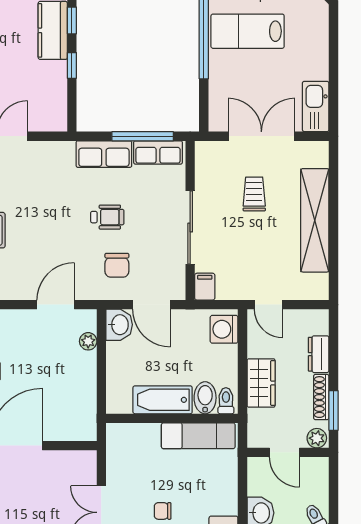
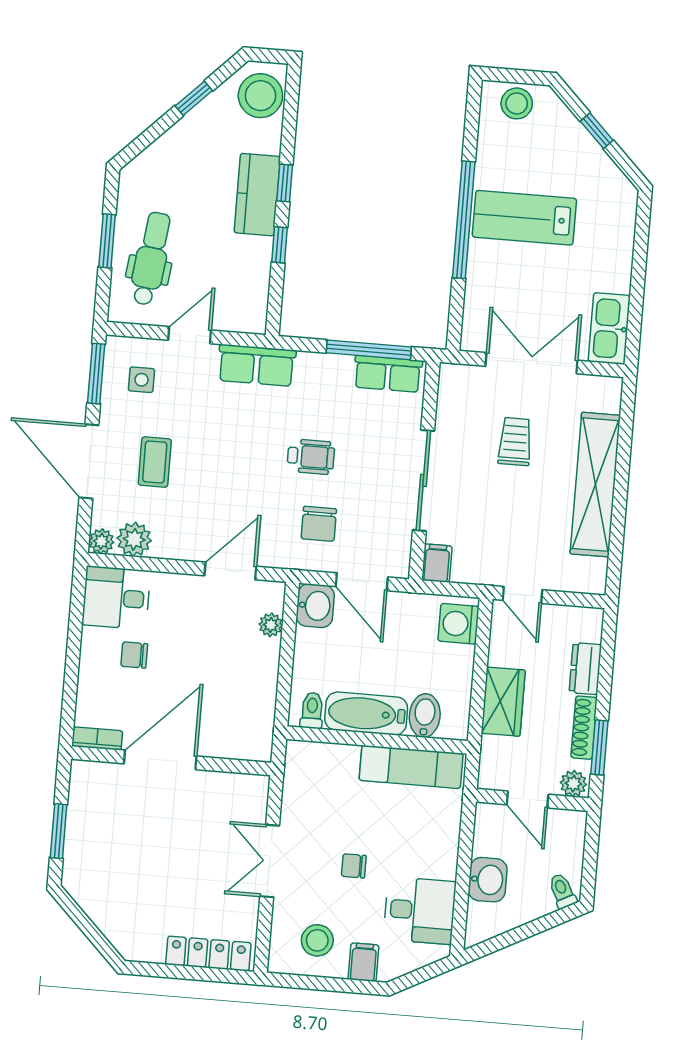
row of seats: (104, 154) -> (257, 365), moved
toilet: (226, 401) -> (312, 710), moved

